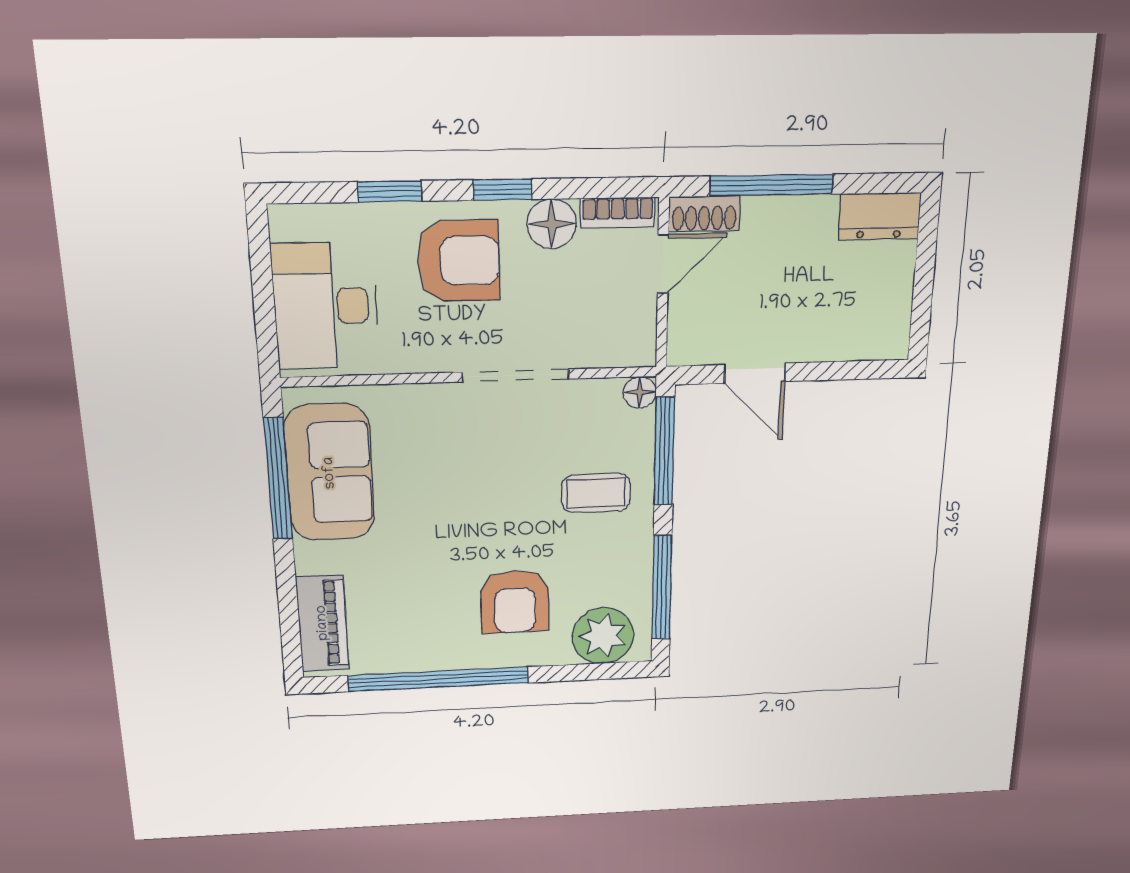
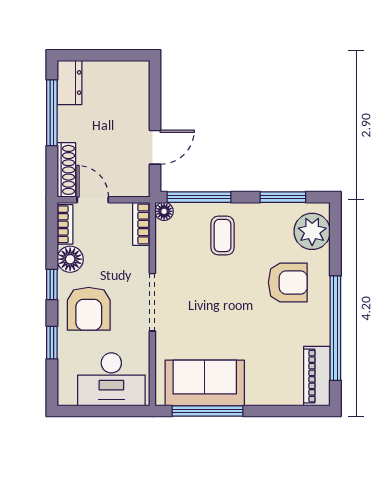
window: (771, 185) -> (52, 113), moved
shoe rack: (704, 214) -> (66, 170), width x1.43
armchair: (458, 261) -> (89, 309), turned 180
bookcase: (617, 353) -> (141, 224), added
doorway: (516, 376) -> (152, 302), moved
window: (662, 588) -> (283, 197), width x0.69
piano: (323, 623) -> (317, 376), moved, turned -90

